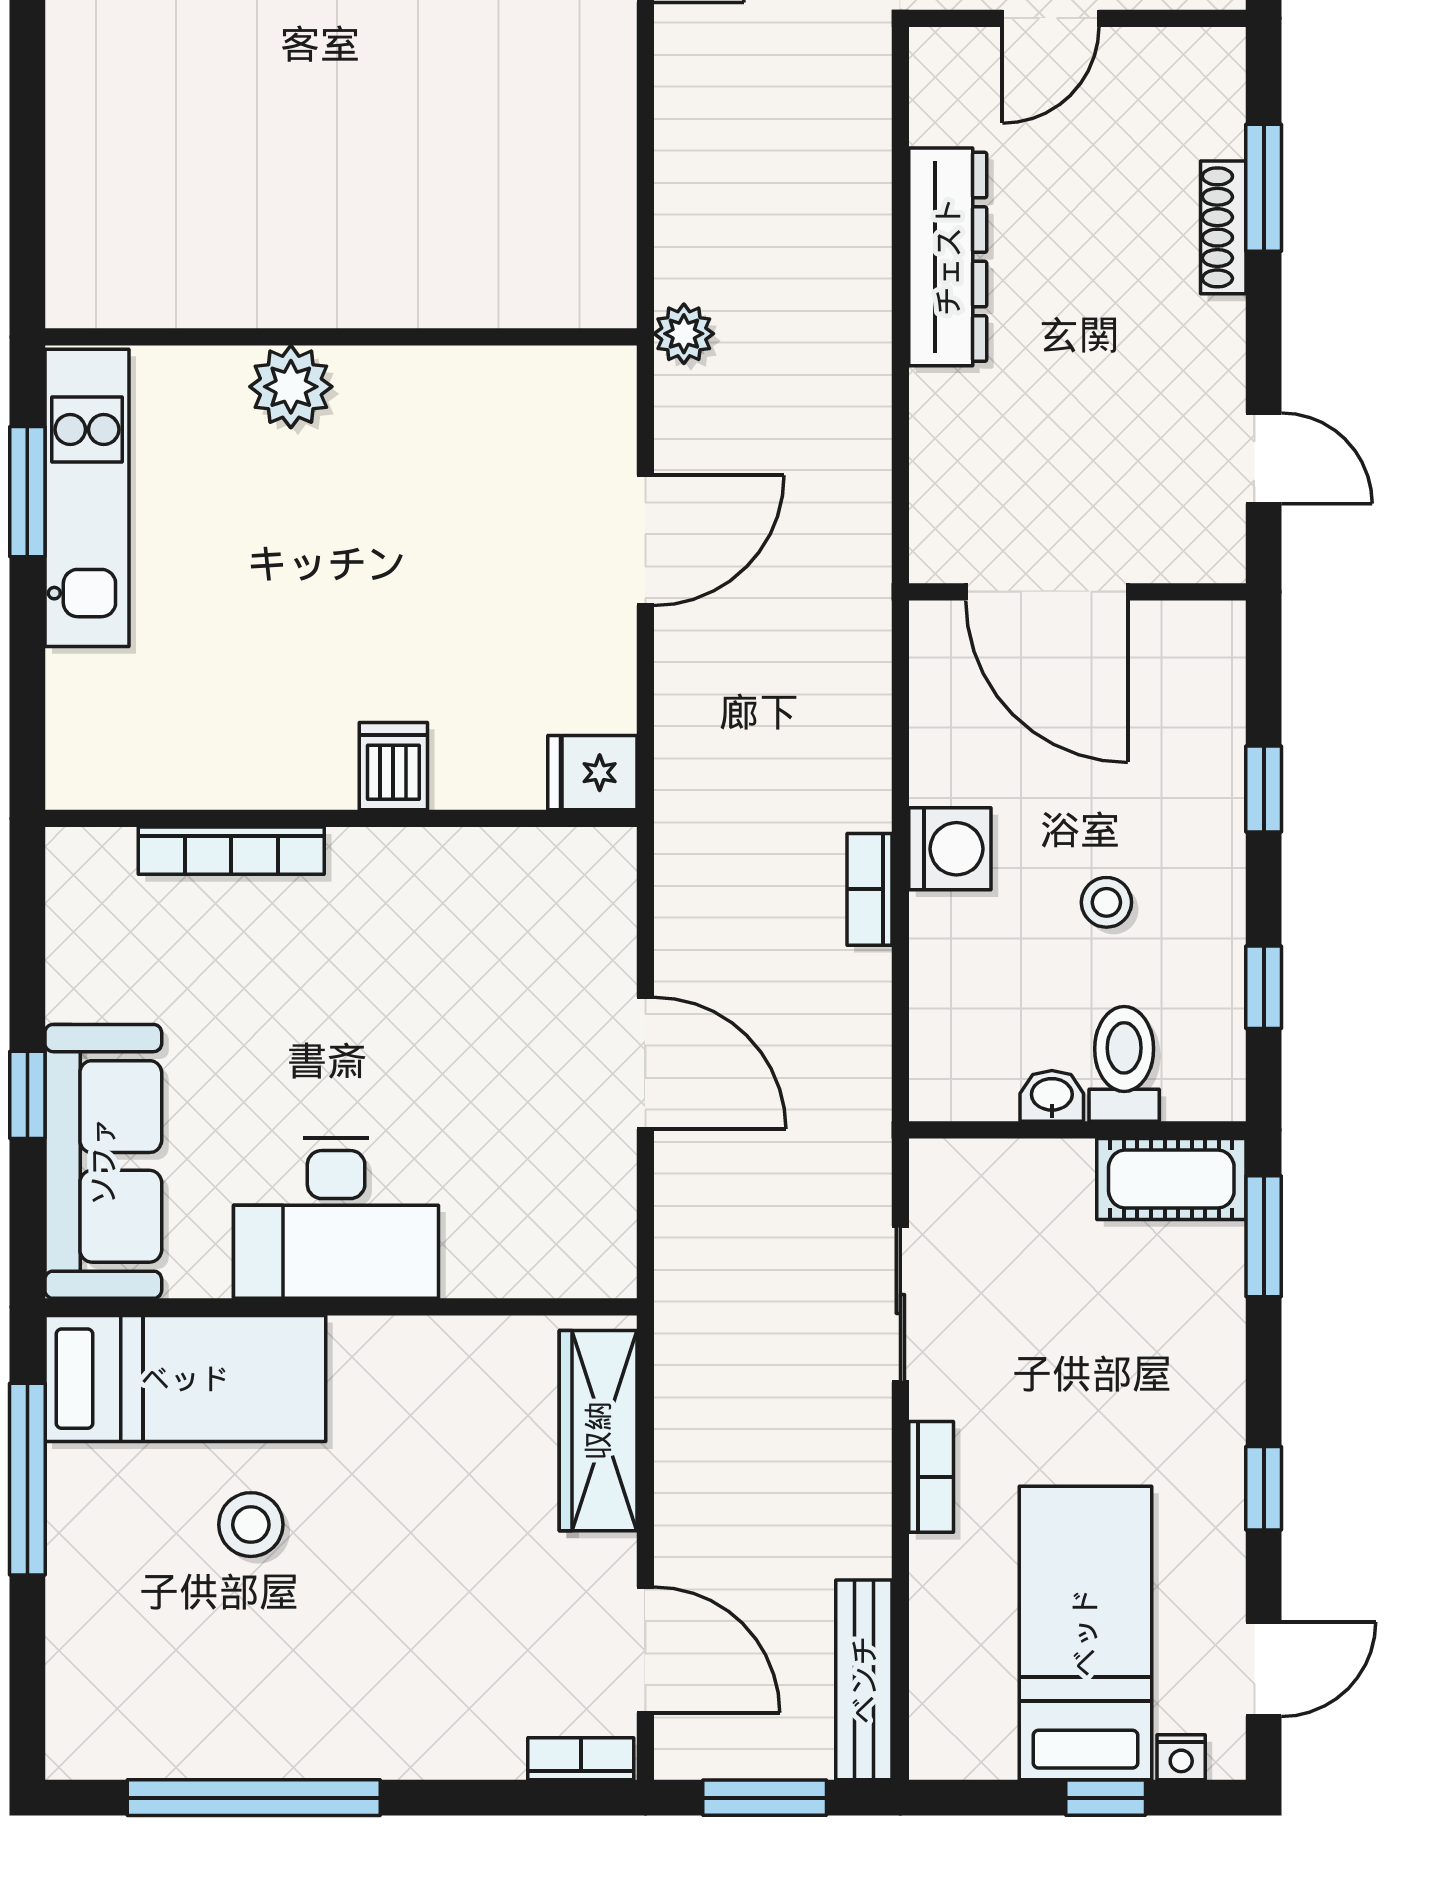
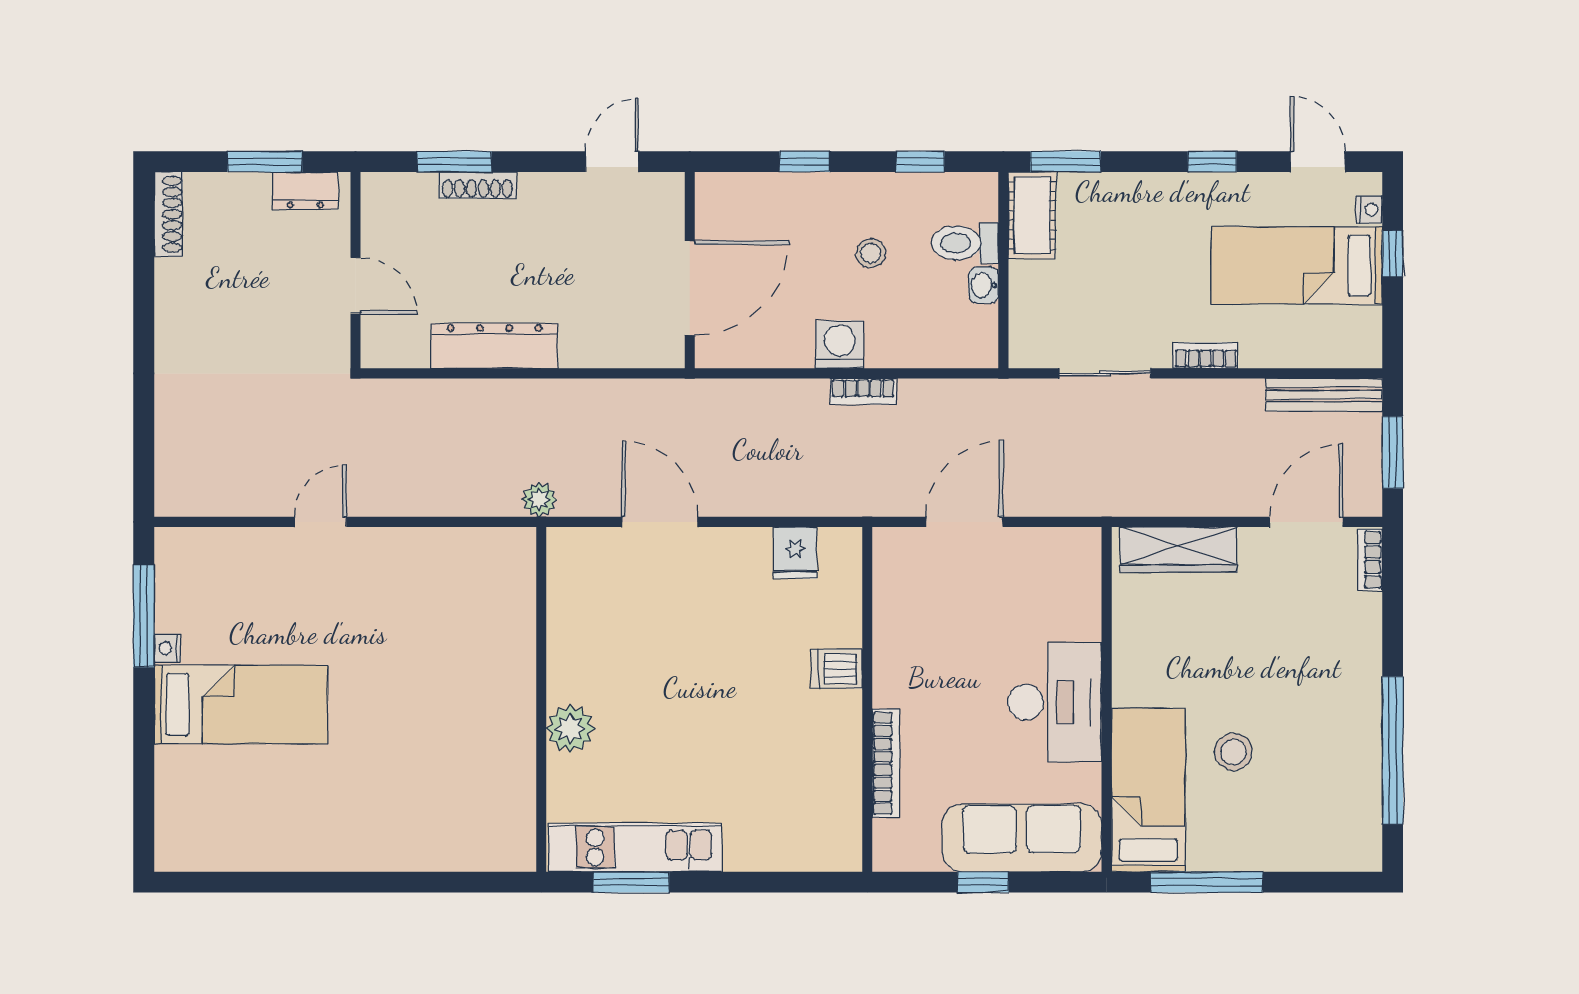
dishwasher: (393, 766) -> (837, 669), moved
wall: (341, 818) -> (867, 699), moved
bookcase: (231, 851) -> (886, 763), moved

